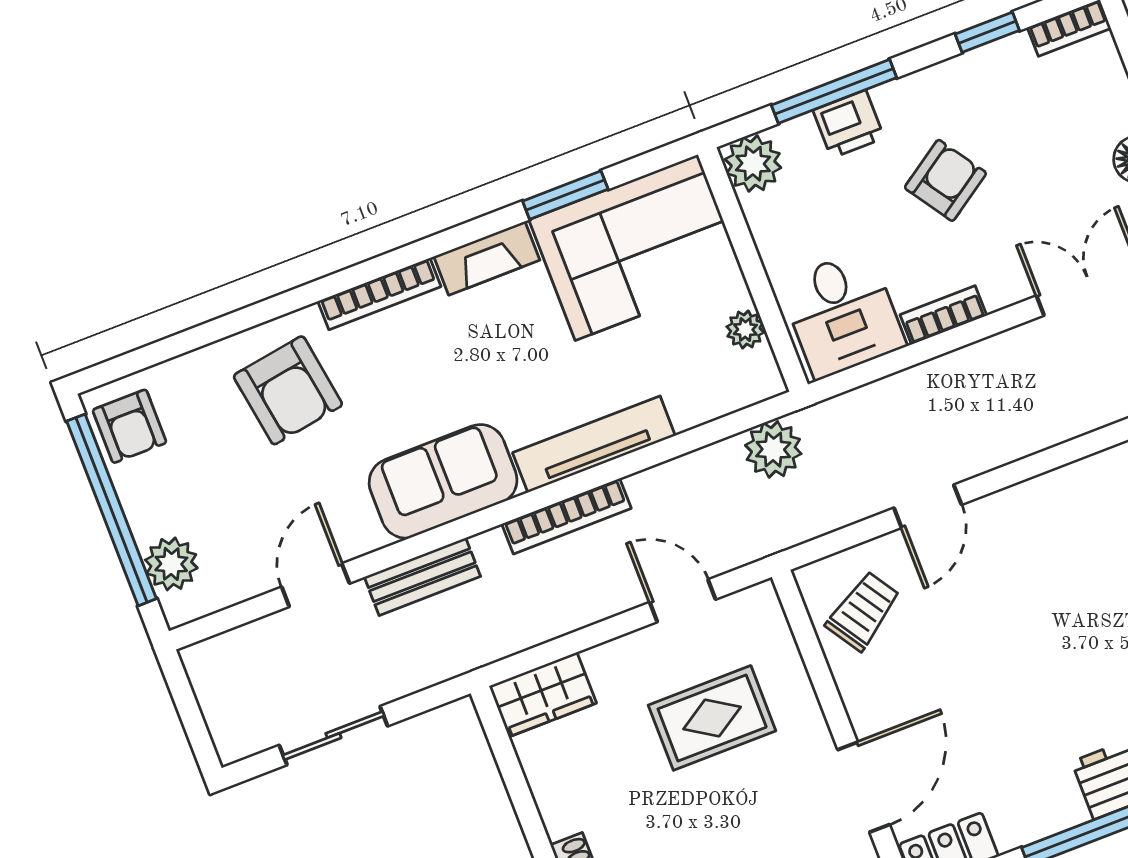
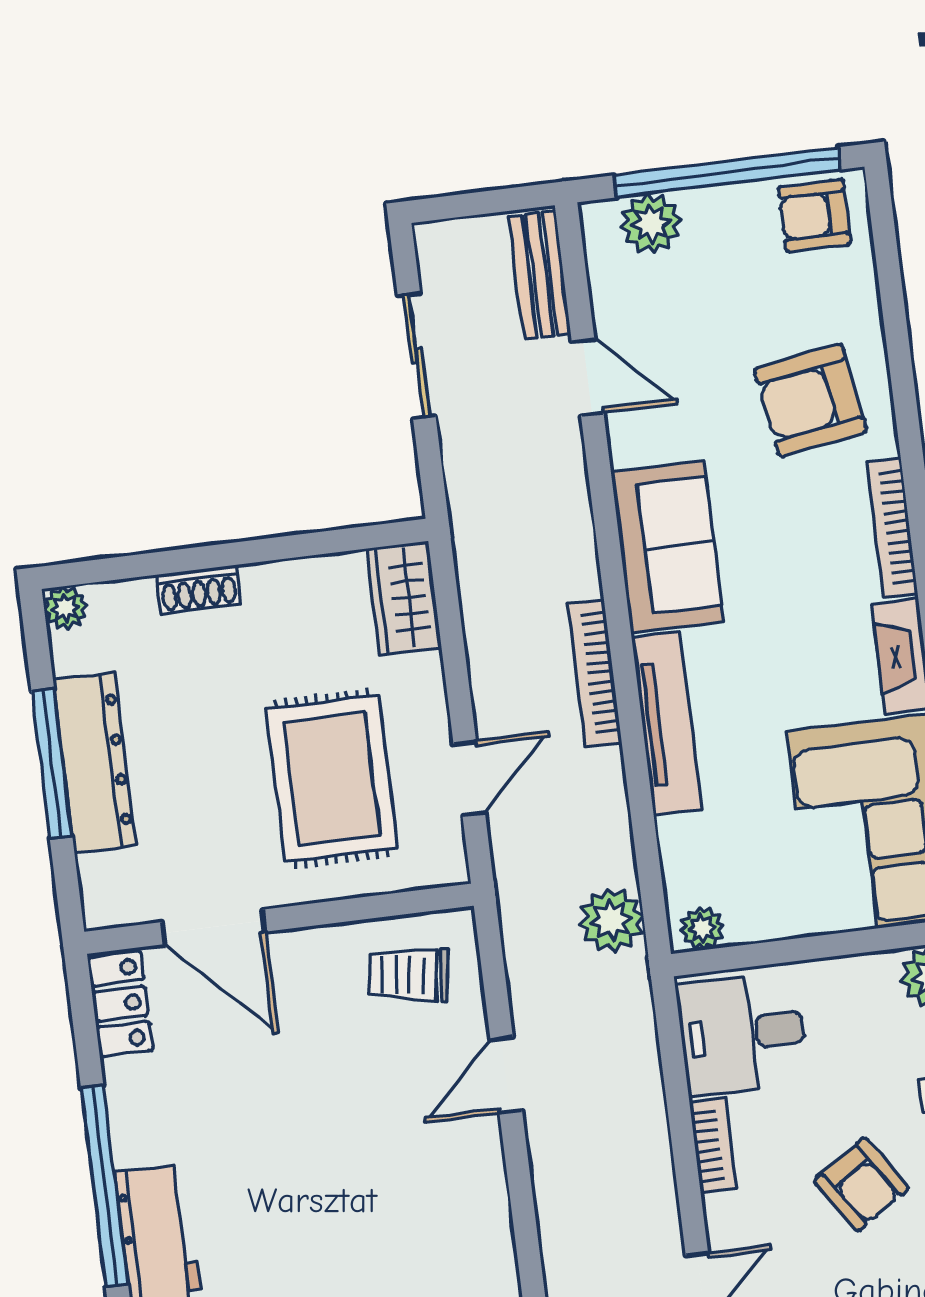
plant: (745, 329) -> (702, 928), moved
door: (928, 506) -> (506, 1075), hinge flipped
bench: (422, 577) -> (540, 275), moved
trolley: (863, 611) -> (408, 975), turned 131
rug: (712, 718) -> (332, 779), width x1.36, depth x1.43

